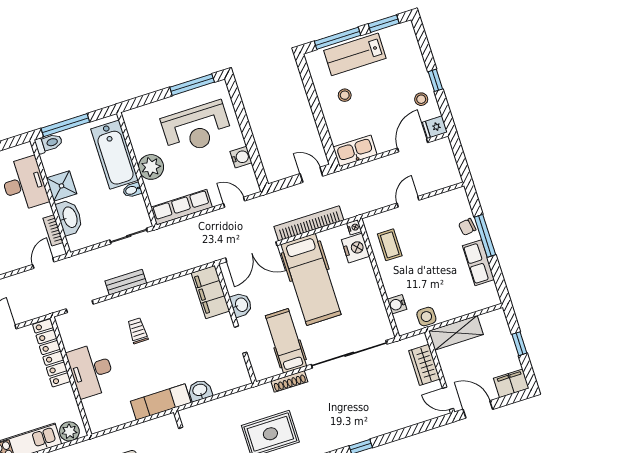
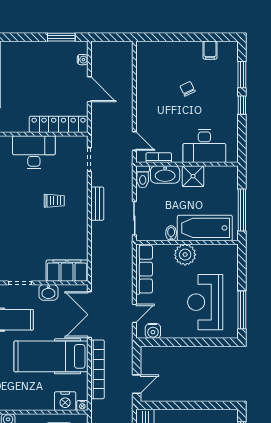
window: (65, 125) -> (242, 210), moved
toilet: (49, 143) -> (143, 177), moved
water cooler: (241, 157) -> (153, 331), moved

